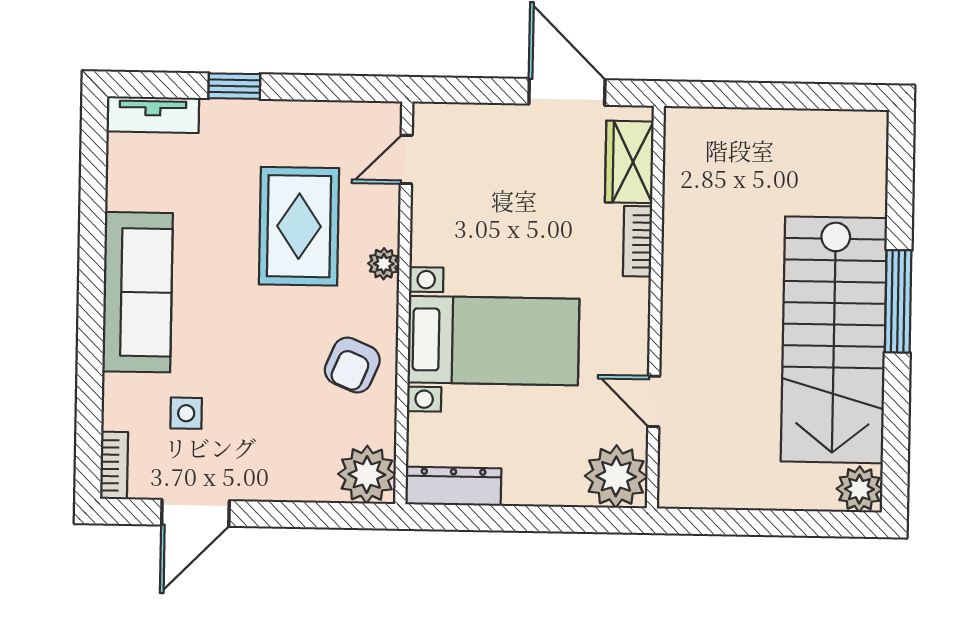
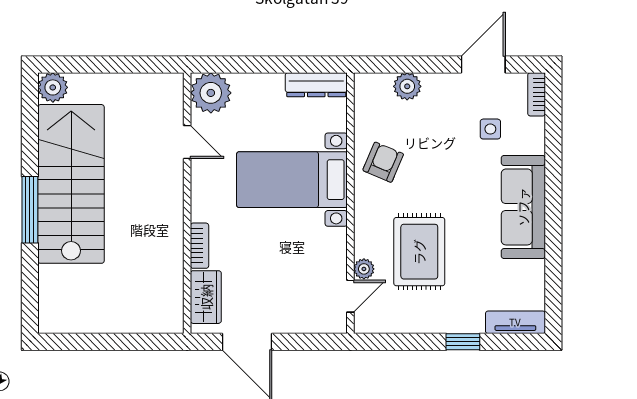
plant: (384, 264) -> (364, 269), moved
plant: (367, 474) -> (407, 86), moved, width x0.73, depth x0.73

